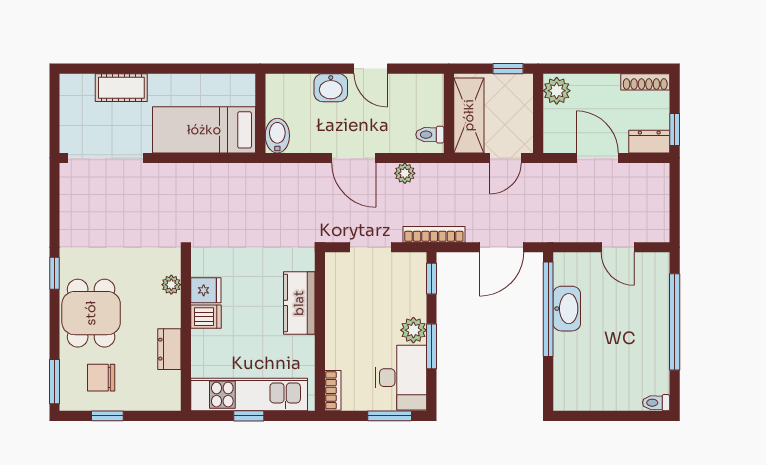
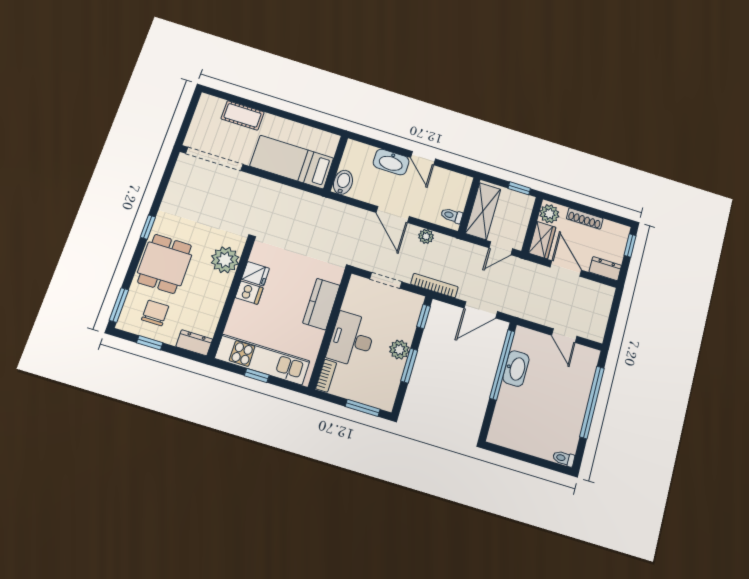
shoe rack: (645, 82) -> (585, 219), moved
washbasin: (331, 88) -> (391, 162), width x1.38
wardrobe: (557, 130) -> (542, 240), added
window: (675, 130) -> (630, 245), moved
plant: (171, 285) -> (225, 260), width x1.87, depth x1.87
dresser: (169, 349) -> (194, 343), moved, turned 90
chair: (101, 378) -> (155, 313), turned 90
desk: (401, 378) -> (352, 340), moved, turned 180

